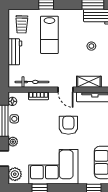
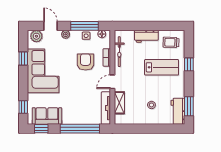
lab bench: (49, 35) -> (162, 67), turned 180
armchair: (68, 125) -> (85, 62), moved, turned -90

